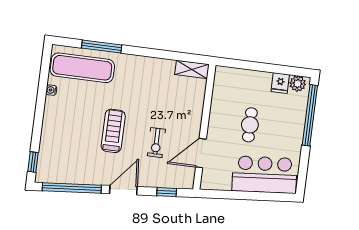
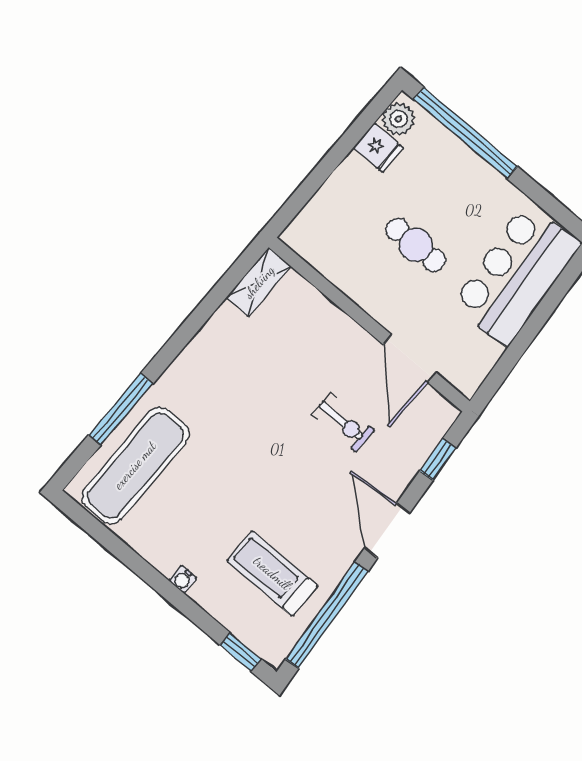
water cooler: (51, 90) -> (183, 579), moved
treadmill: (113, 131) -> (272, 573), moved

